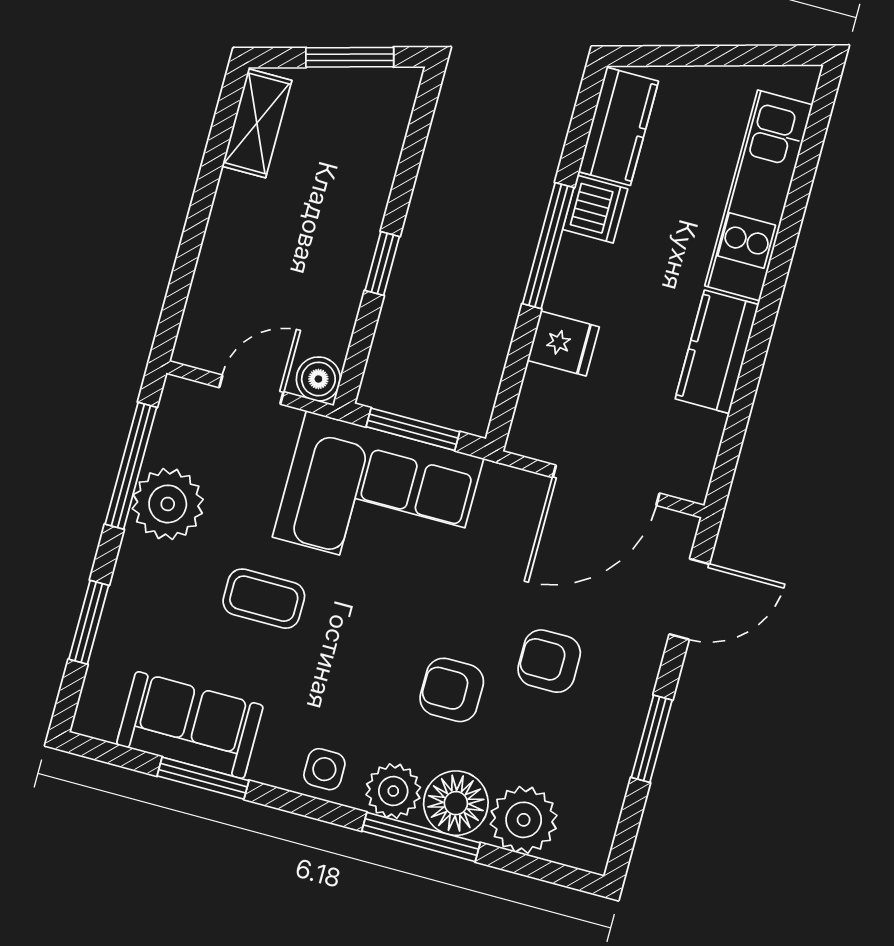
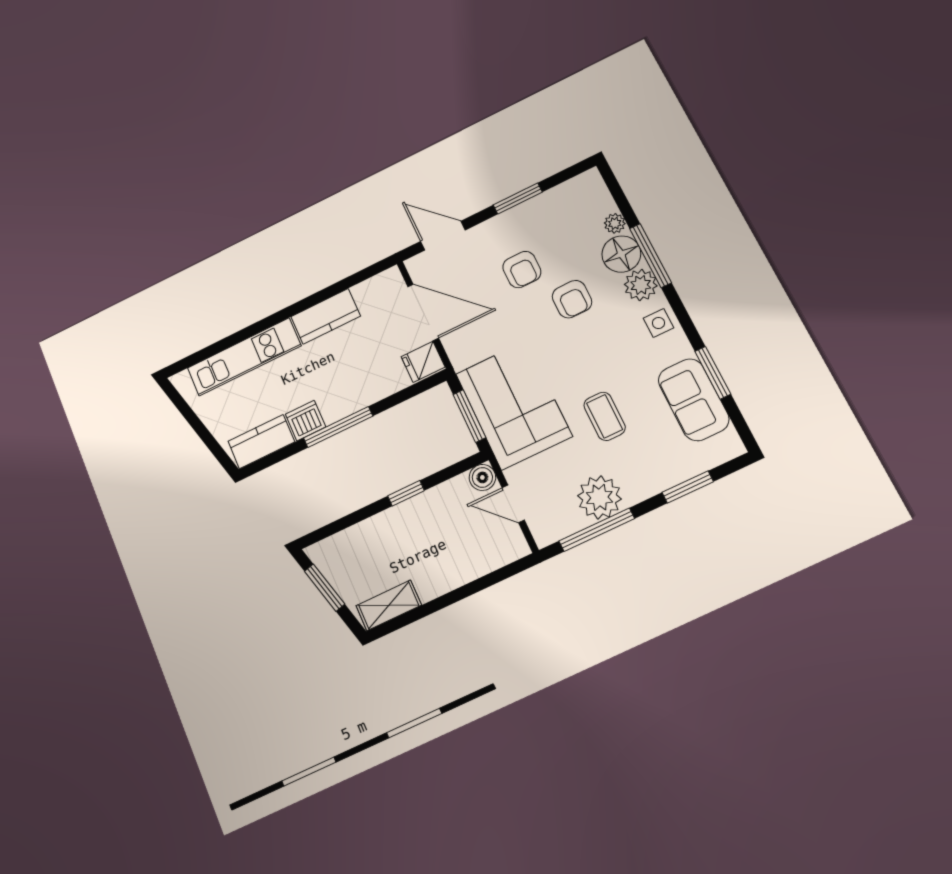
fridge: (563, 344) -> (423, 362), moved, turned -90
plant: (524, 820) -> (615, 223), width x0.53, depth x0.53

